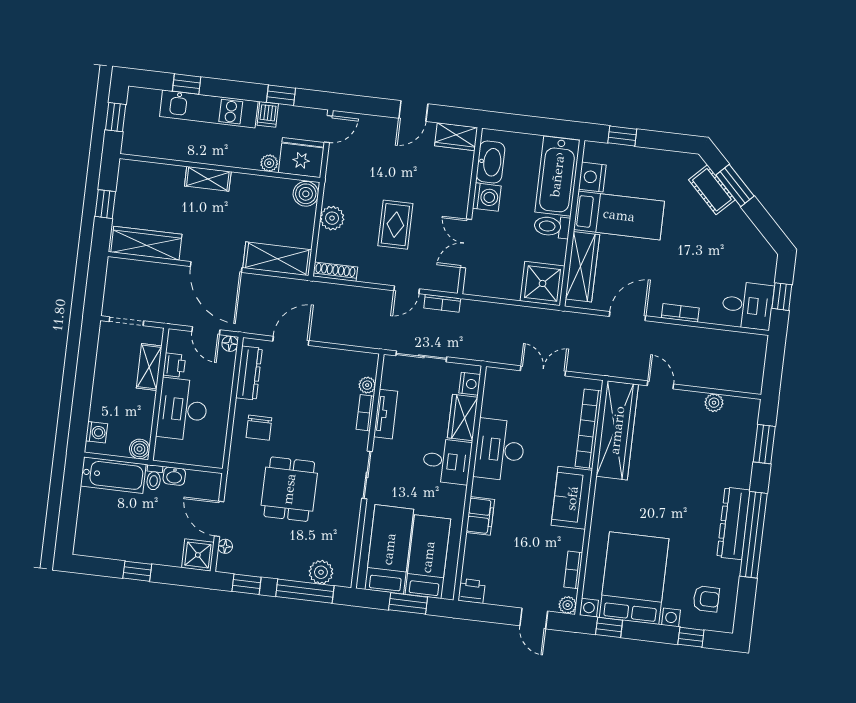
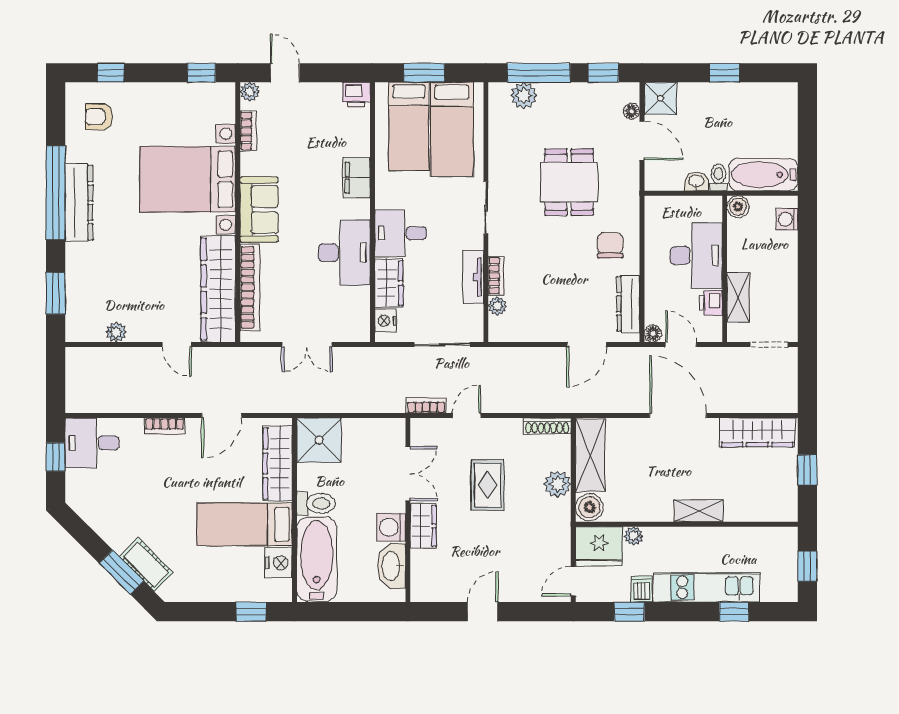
wardrobe: (456, 137) -> (423, 526), moved, turned 90
shelving: (277, 259) -> (590, 455), moved, turned 90
bed with nightstands: (634, 578) -> (188, 179), moved, turned 90

